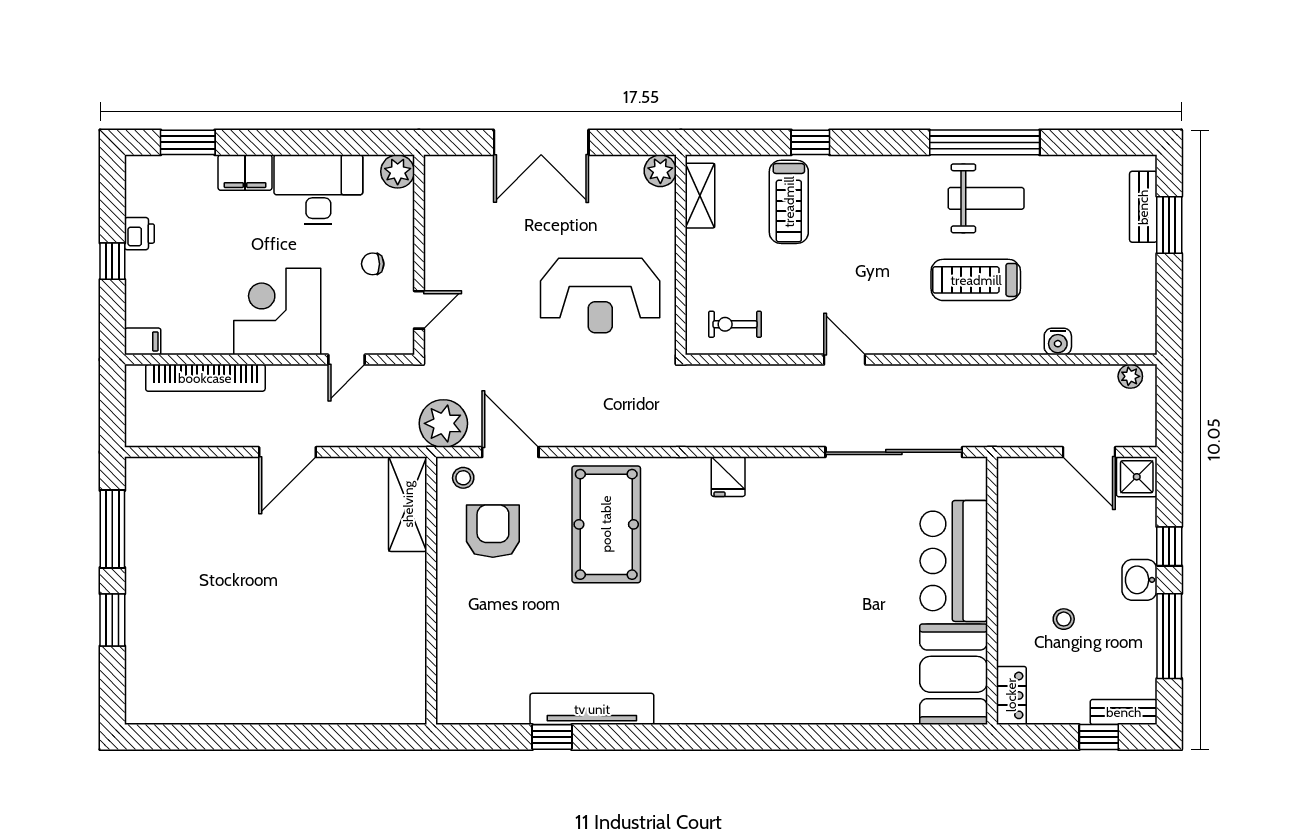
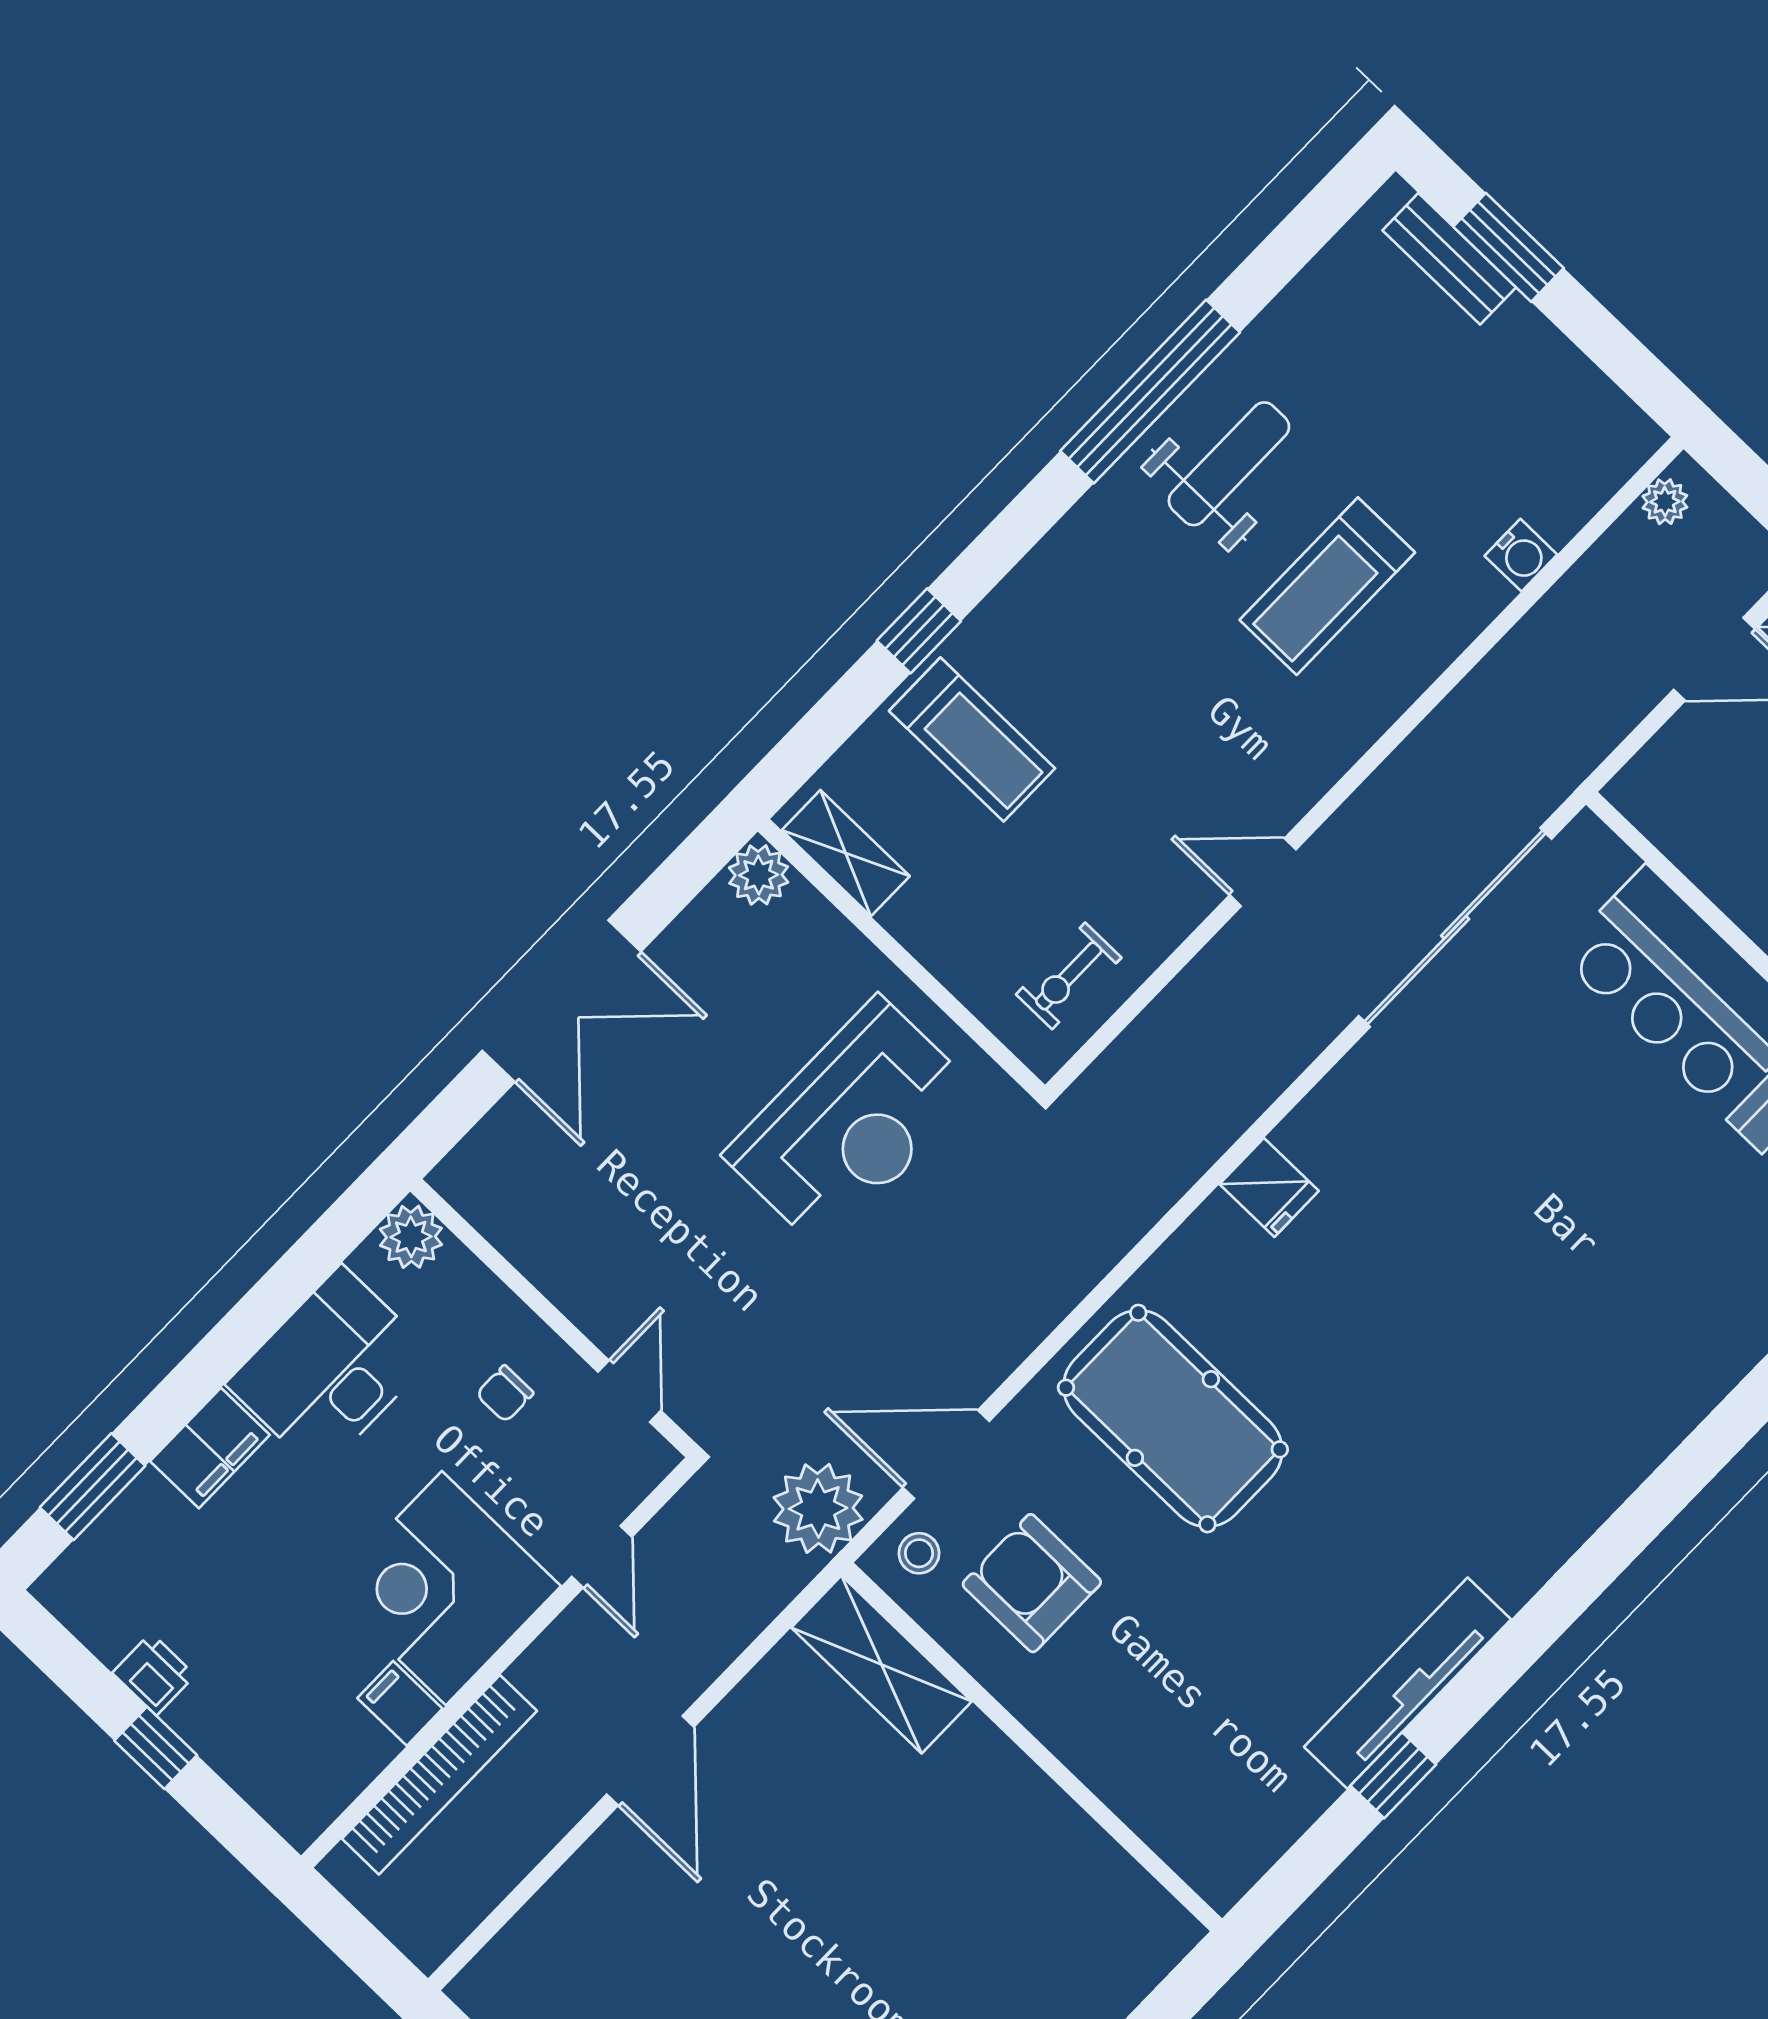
filing cabinet: (143, 341) -> (400, 1703), moved, turned -90

